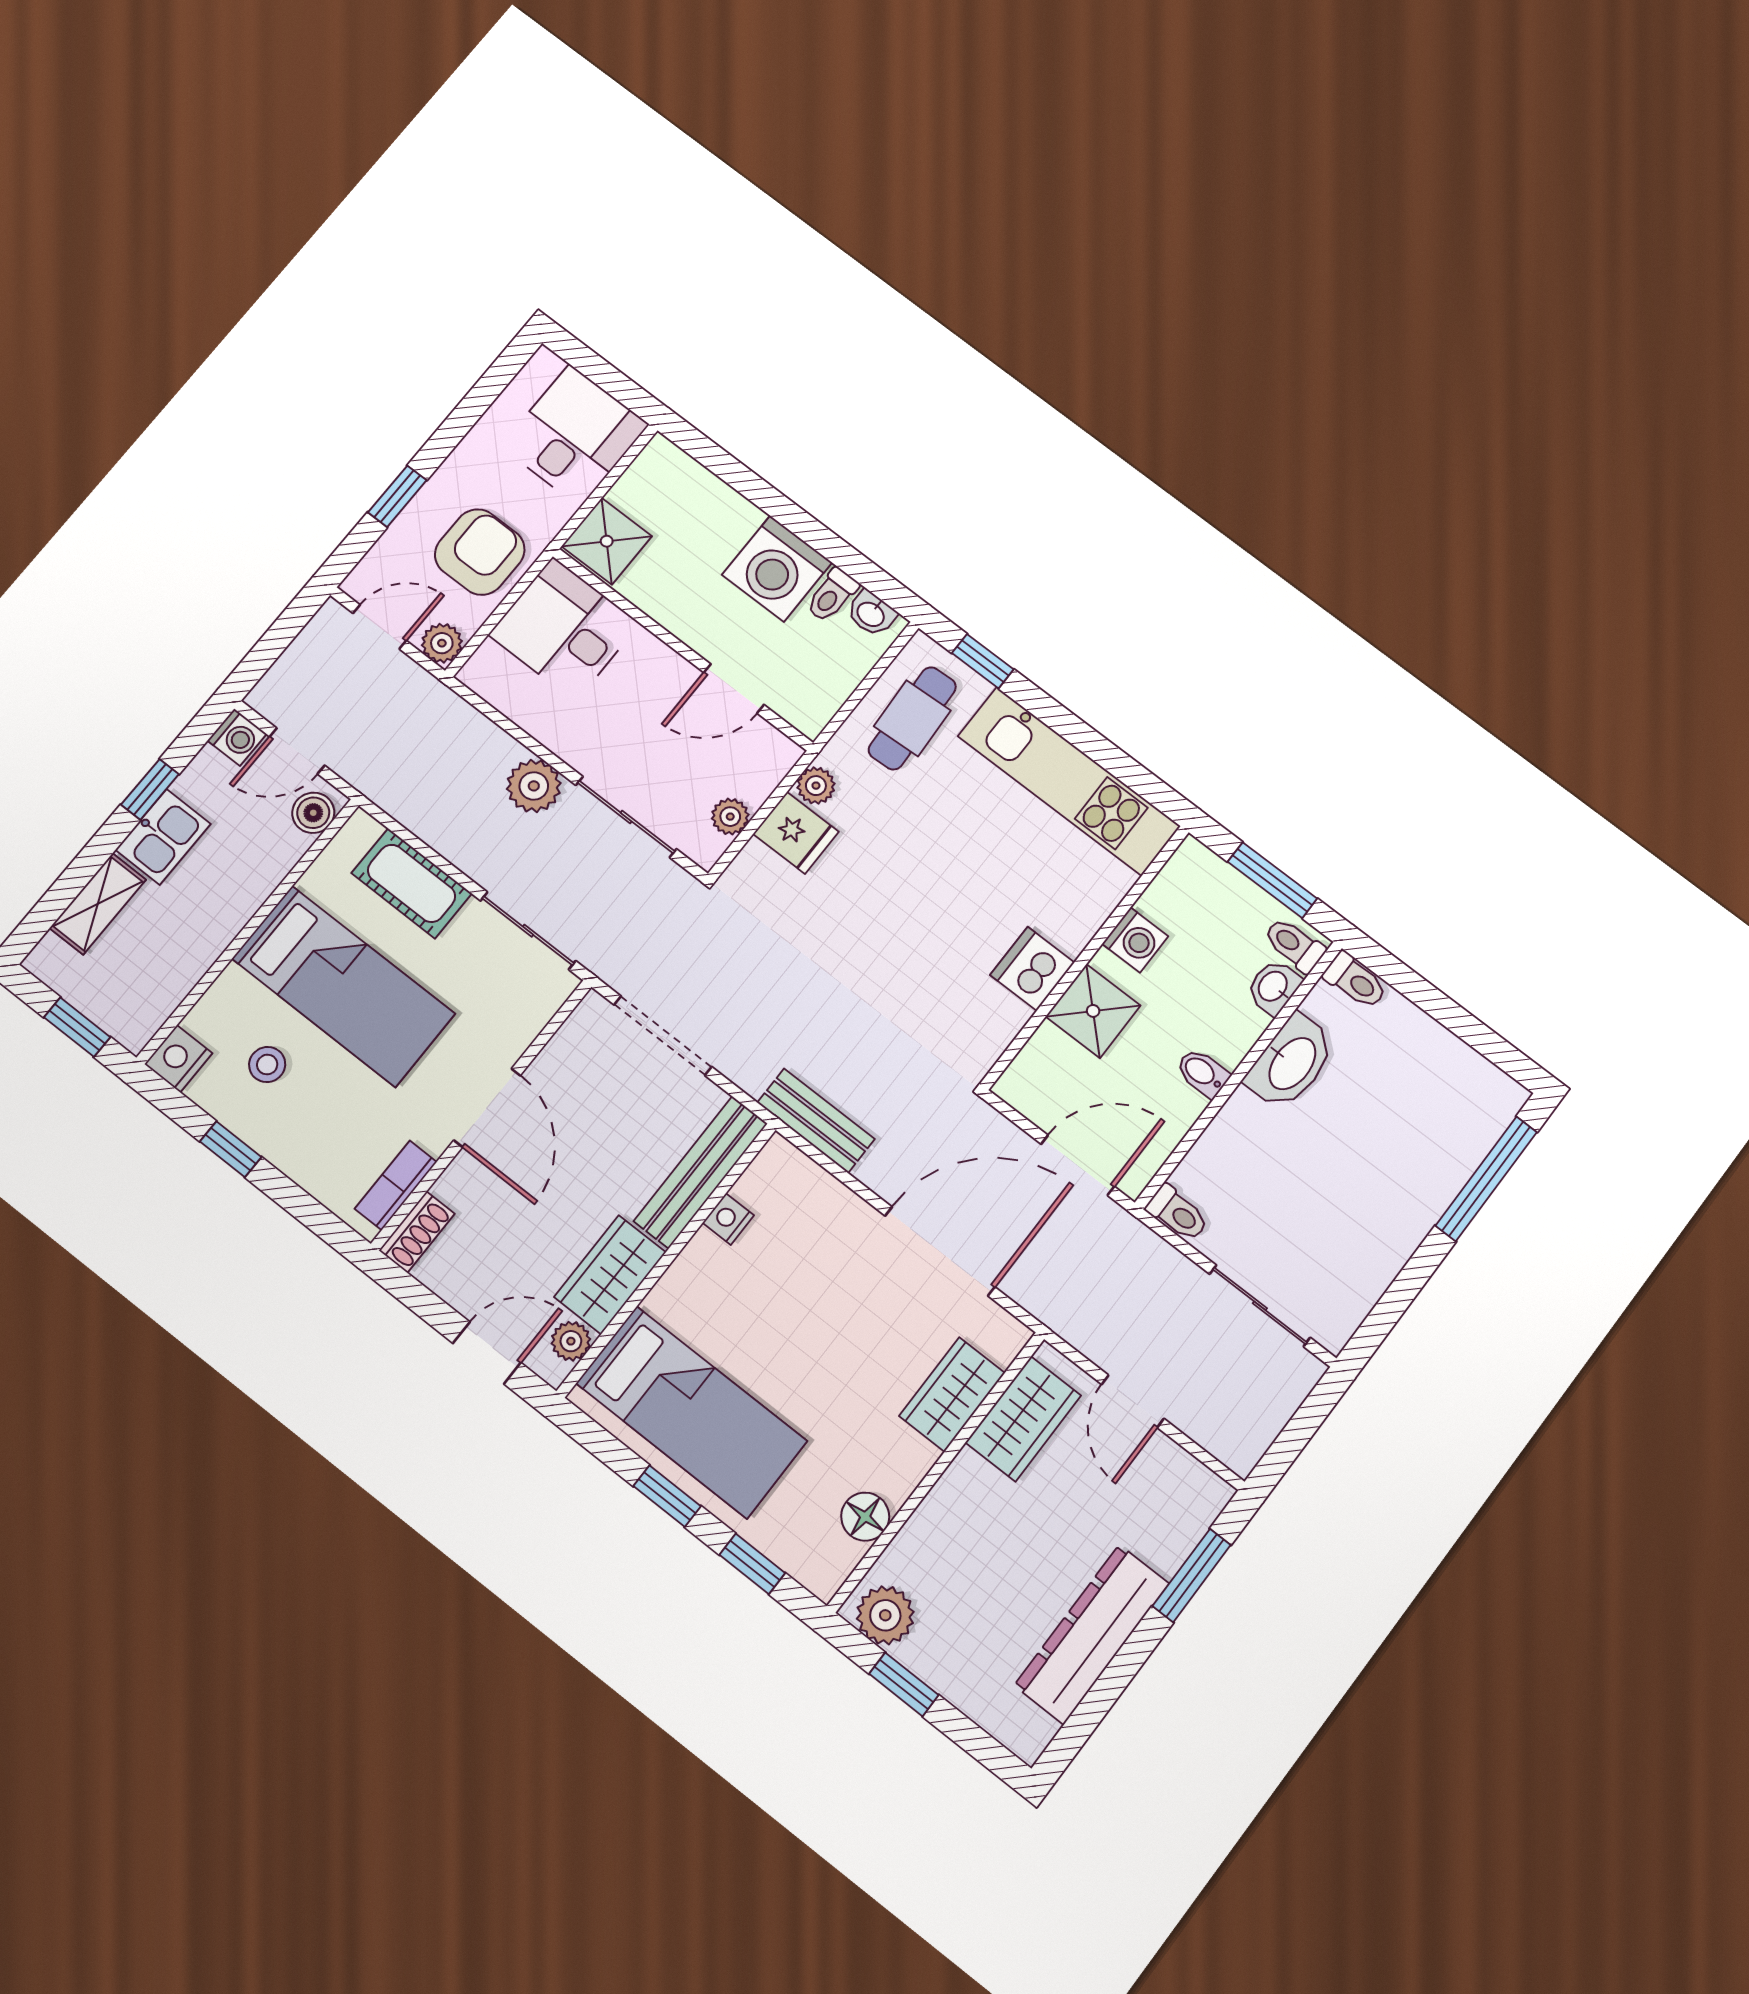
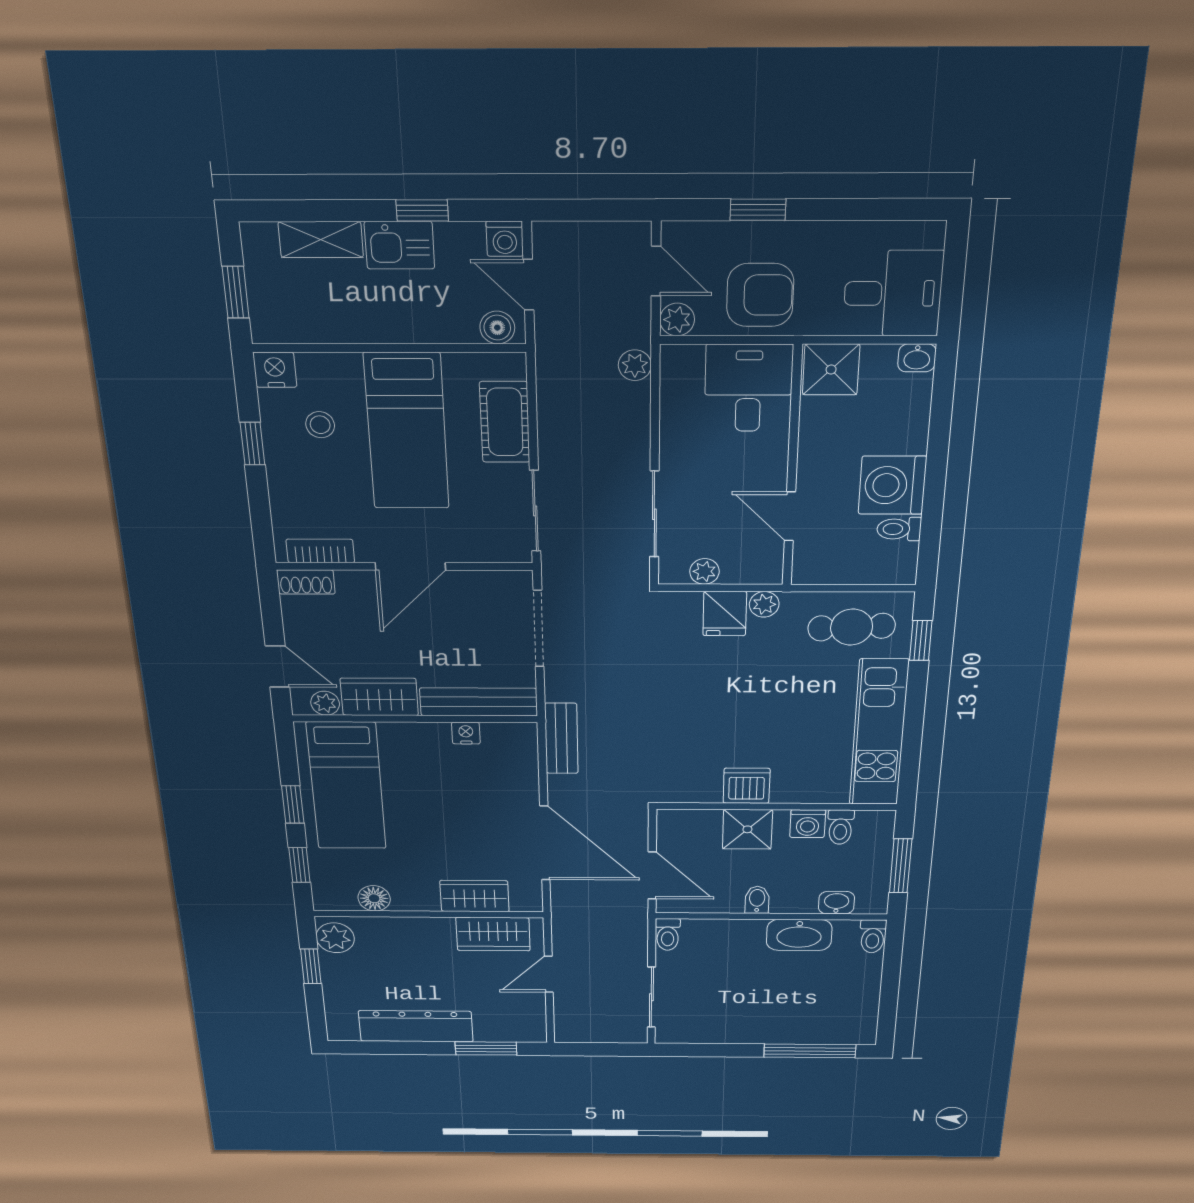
washbasin: (871, 614) -> (917, 358), moved, turned -90
plant: (534, 786) -> (635, 365), moved, width x0.73, depth x0.73
toilet: (1294, 945) -> (840, 827), moved, turned 180

